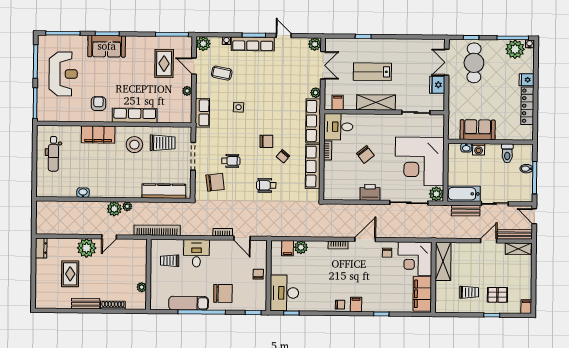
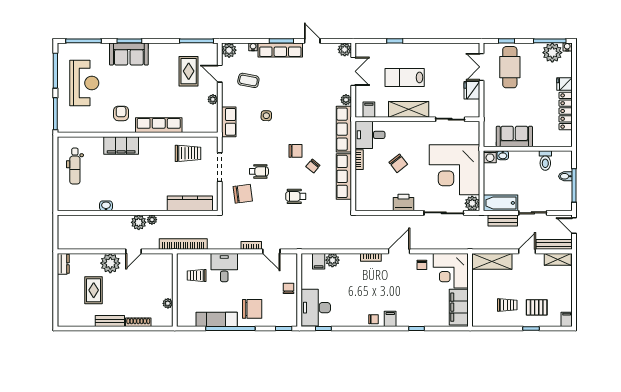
stool: (134, 145) -> (159, 156), removed
washing machine: (479, 149) -> (490, 157), moved
shelving: (443, 261) -> (492, 261), moved, turned 90

